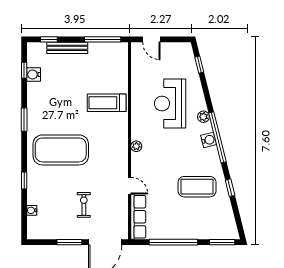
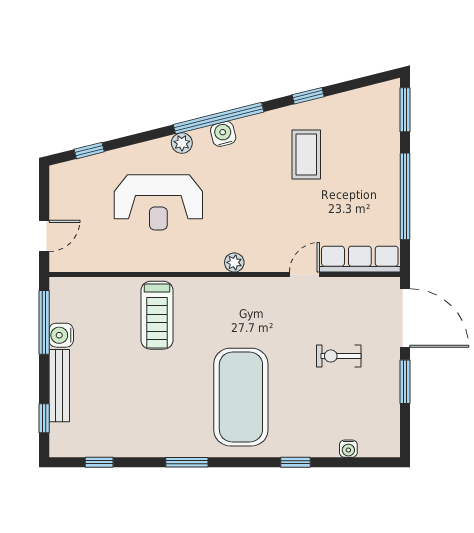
water cooler: (34, 74) -> (61, 335), moved, turned 90
coffee table: (197, 187) -> (306, 154), width x0.73, depth x0.76

